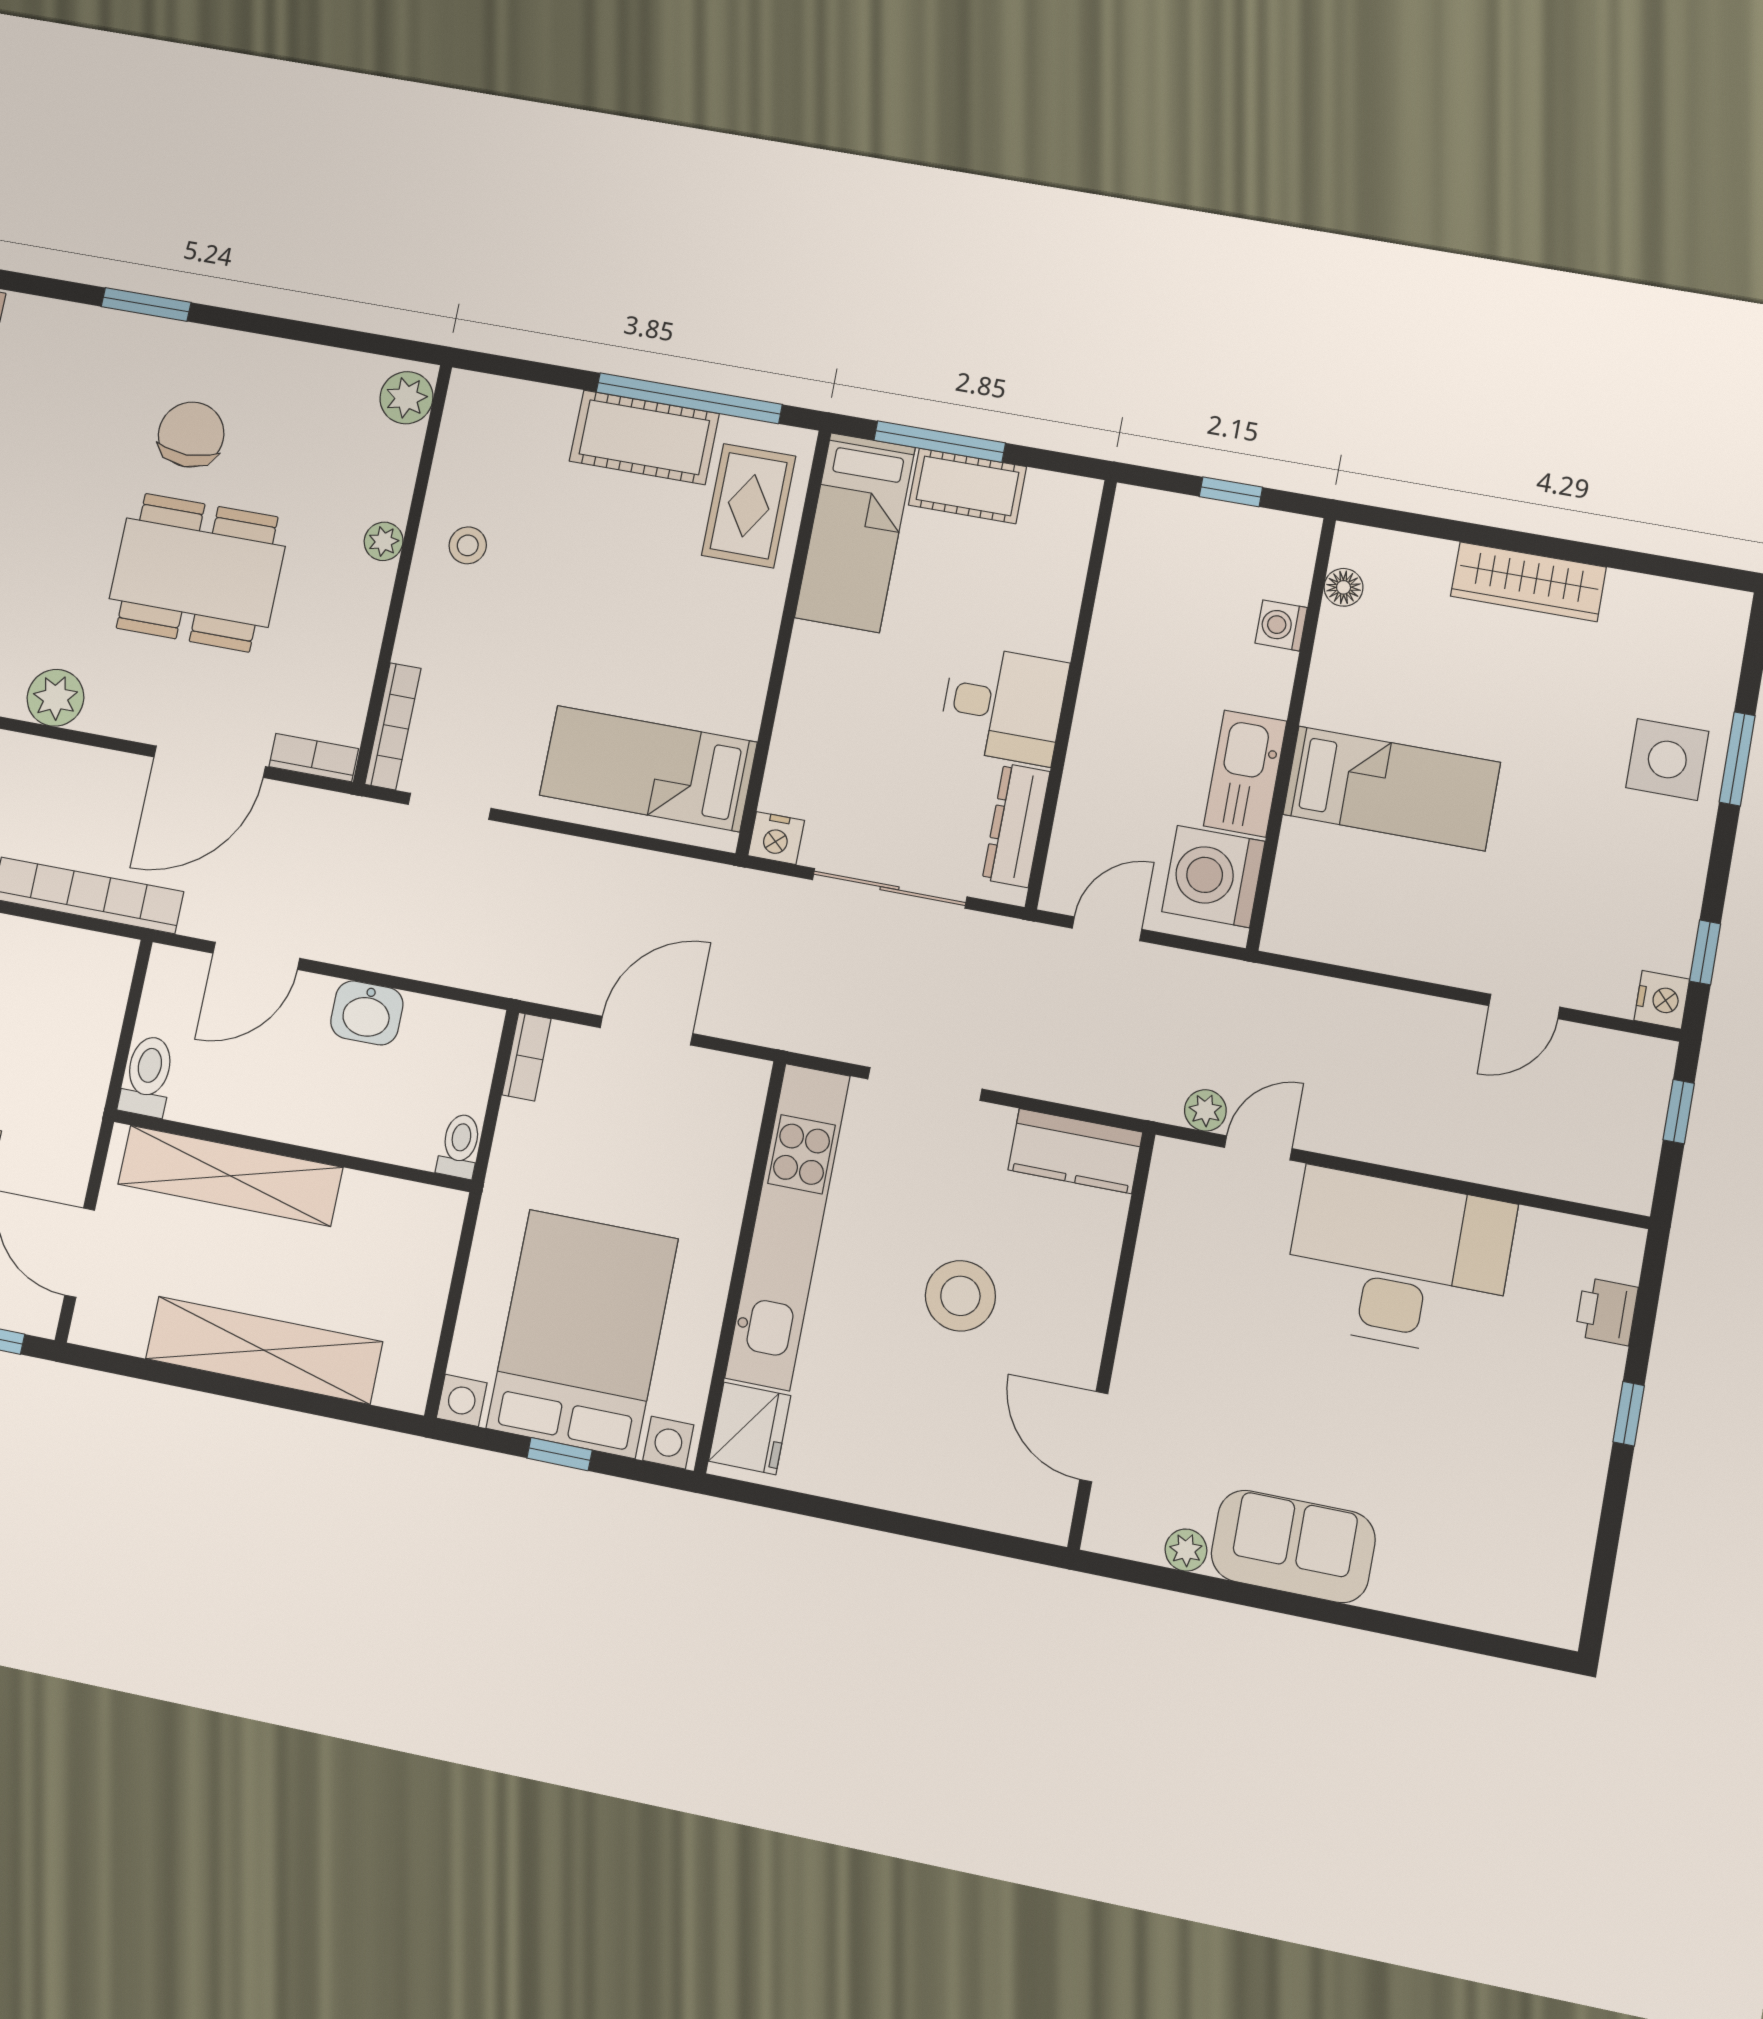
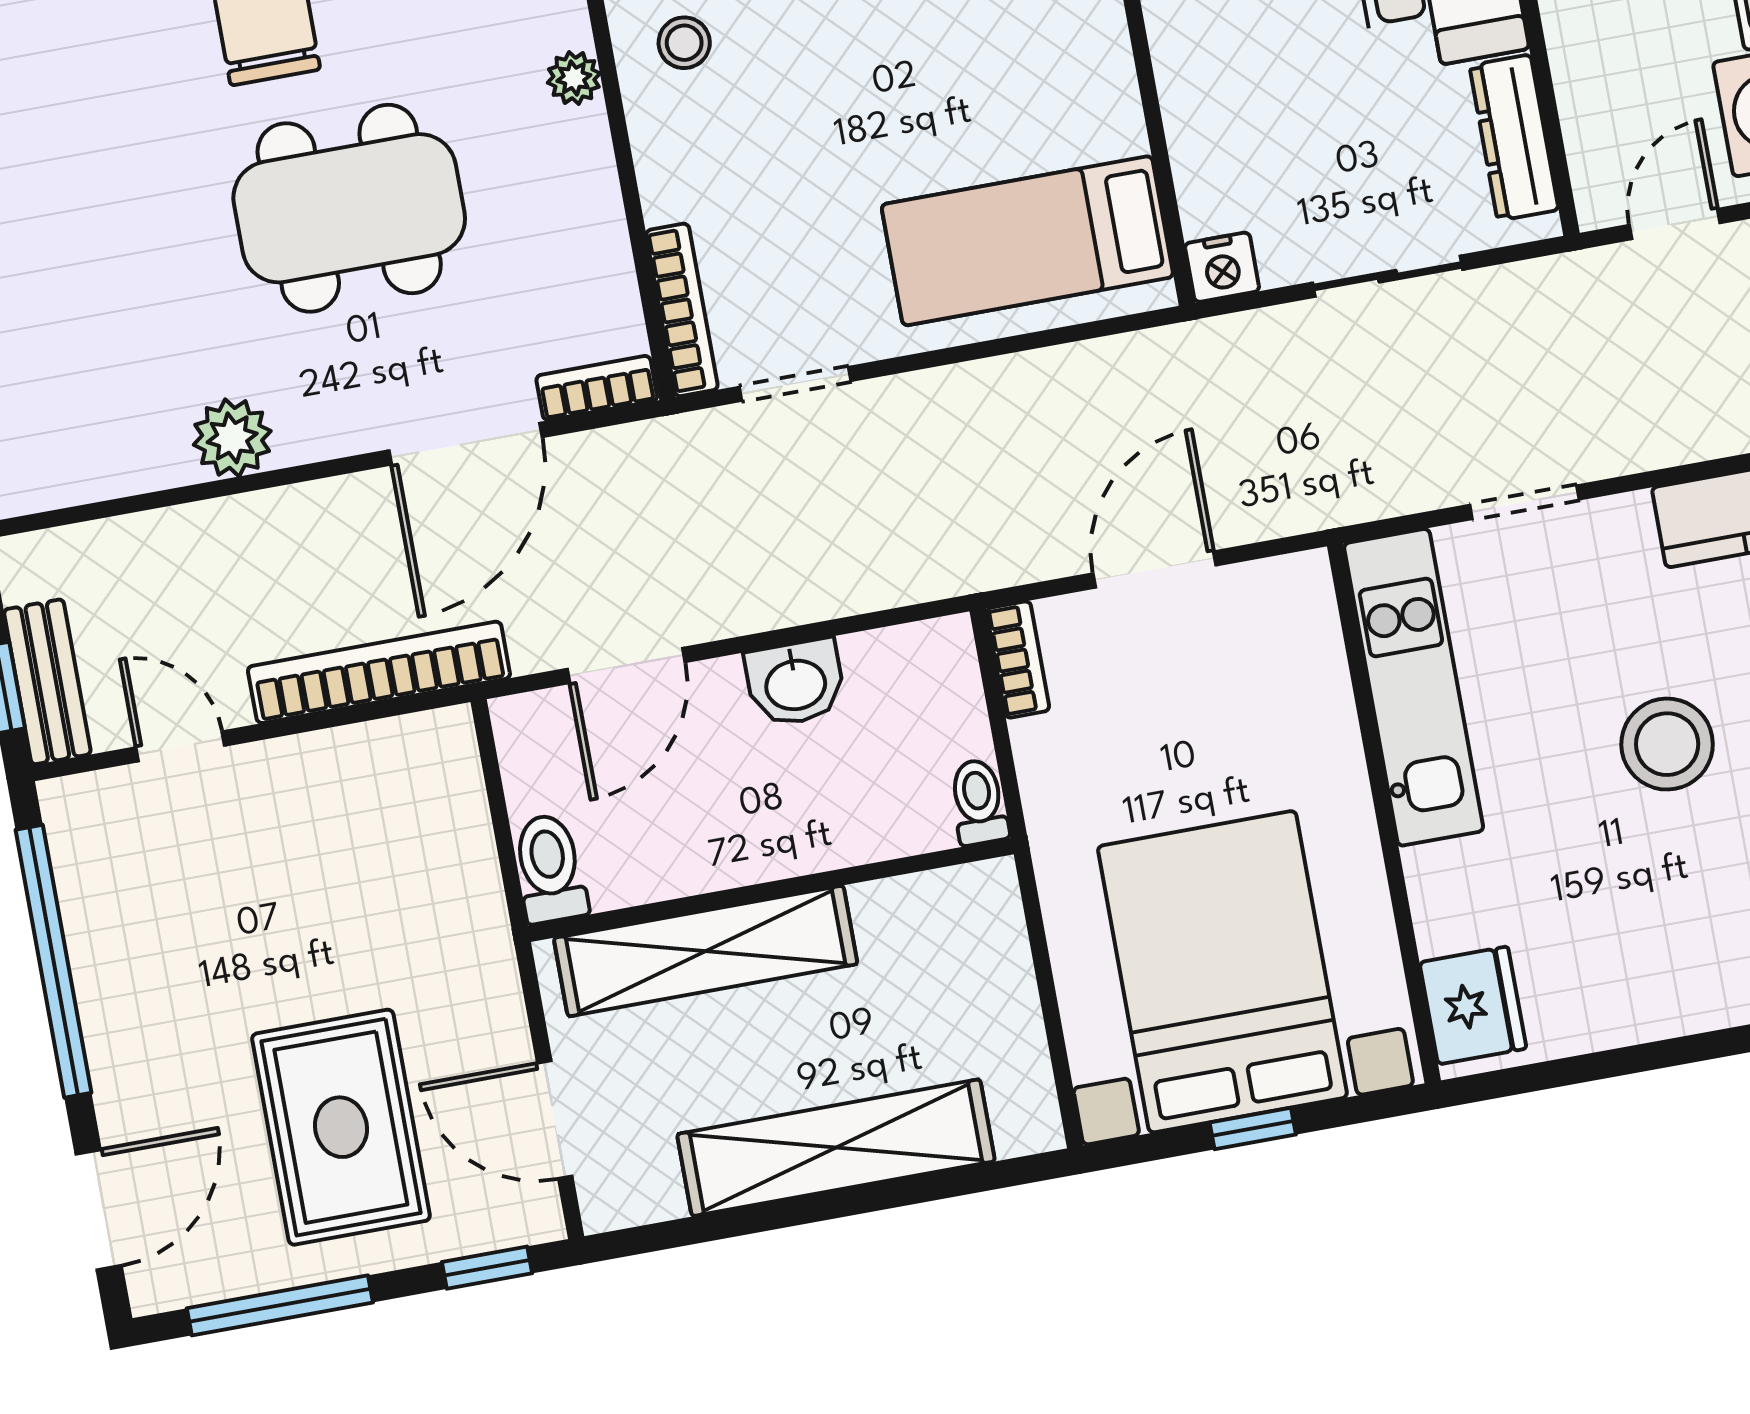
sliding door: (890, 888) -> (1388, 276), width x0.73
doorway: (925, 1084) -> (1525, 502), width x0.73
kitchen unit: (788, 1226) -> (1414, 687), width x0.73

